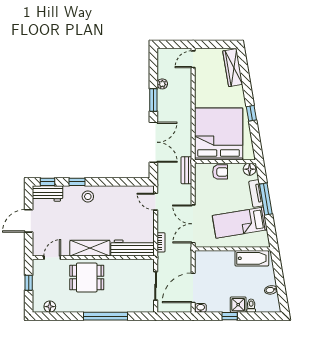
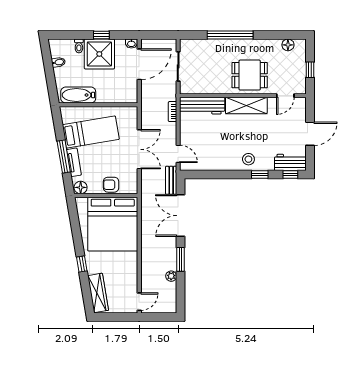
window: (251, 113) -> (82, 264), moved
bench: (186, 170) -> (171, 180), moved
double door: (193, 224) -> (139, 149), moved
shower: (238, 305) -> (99, 54), width x1.86, depth x1.86

